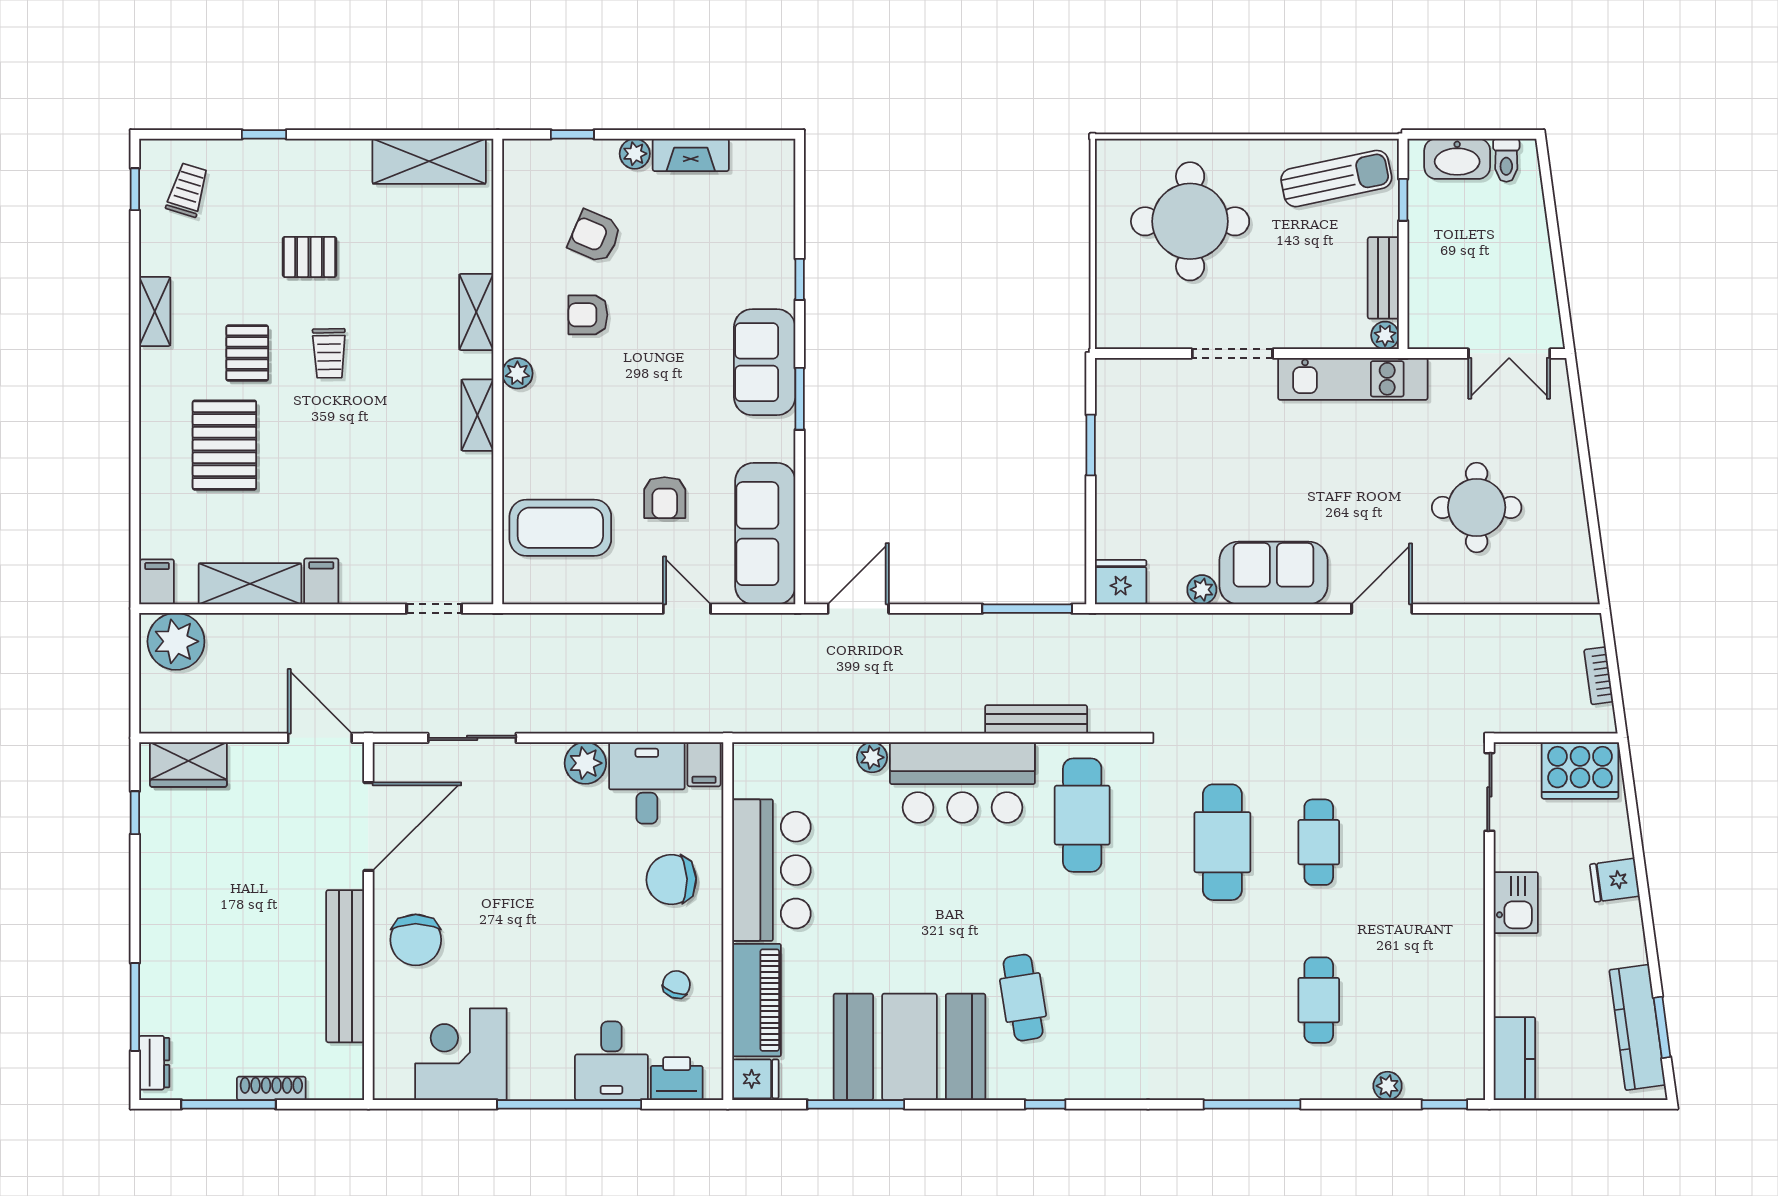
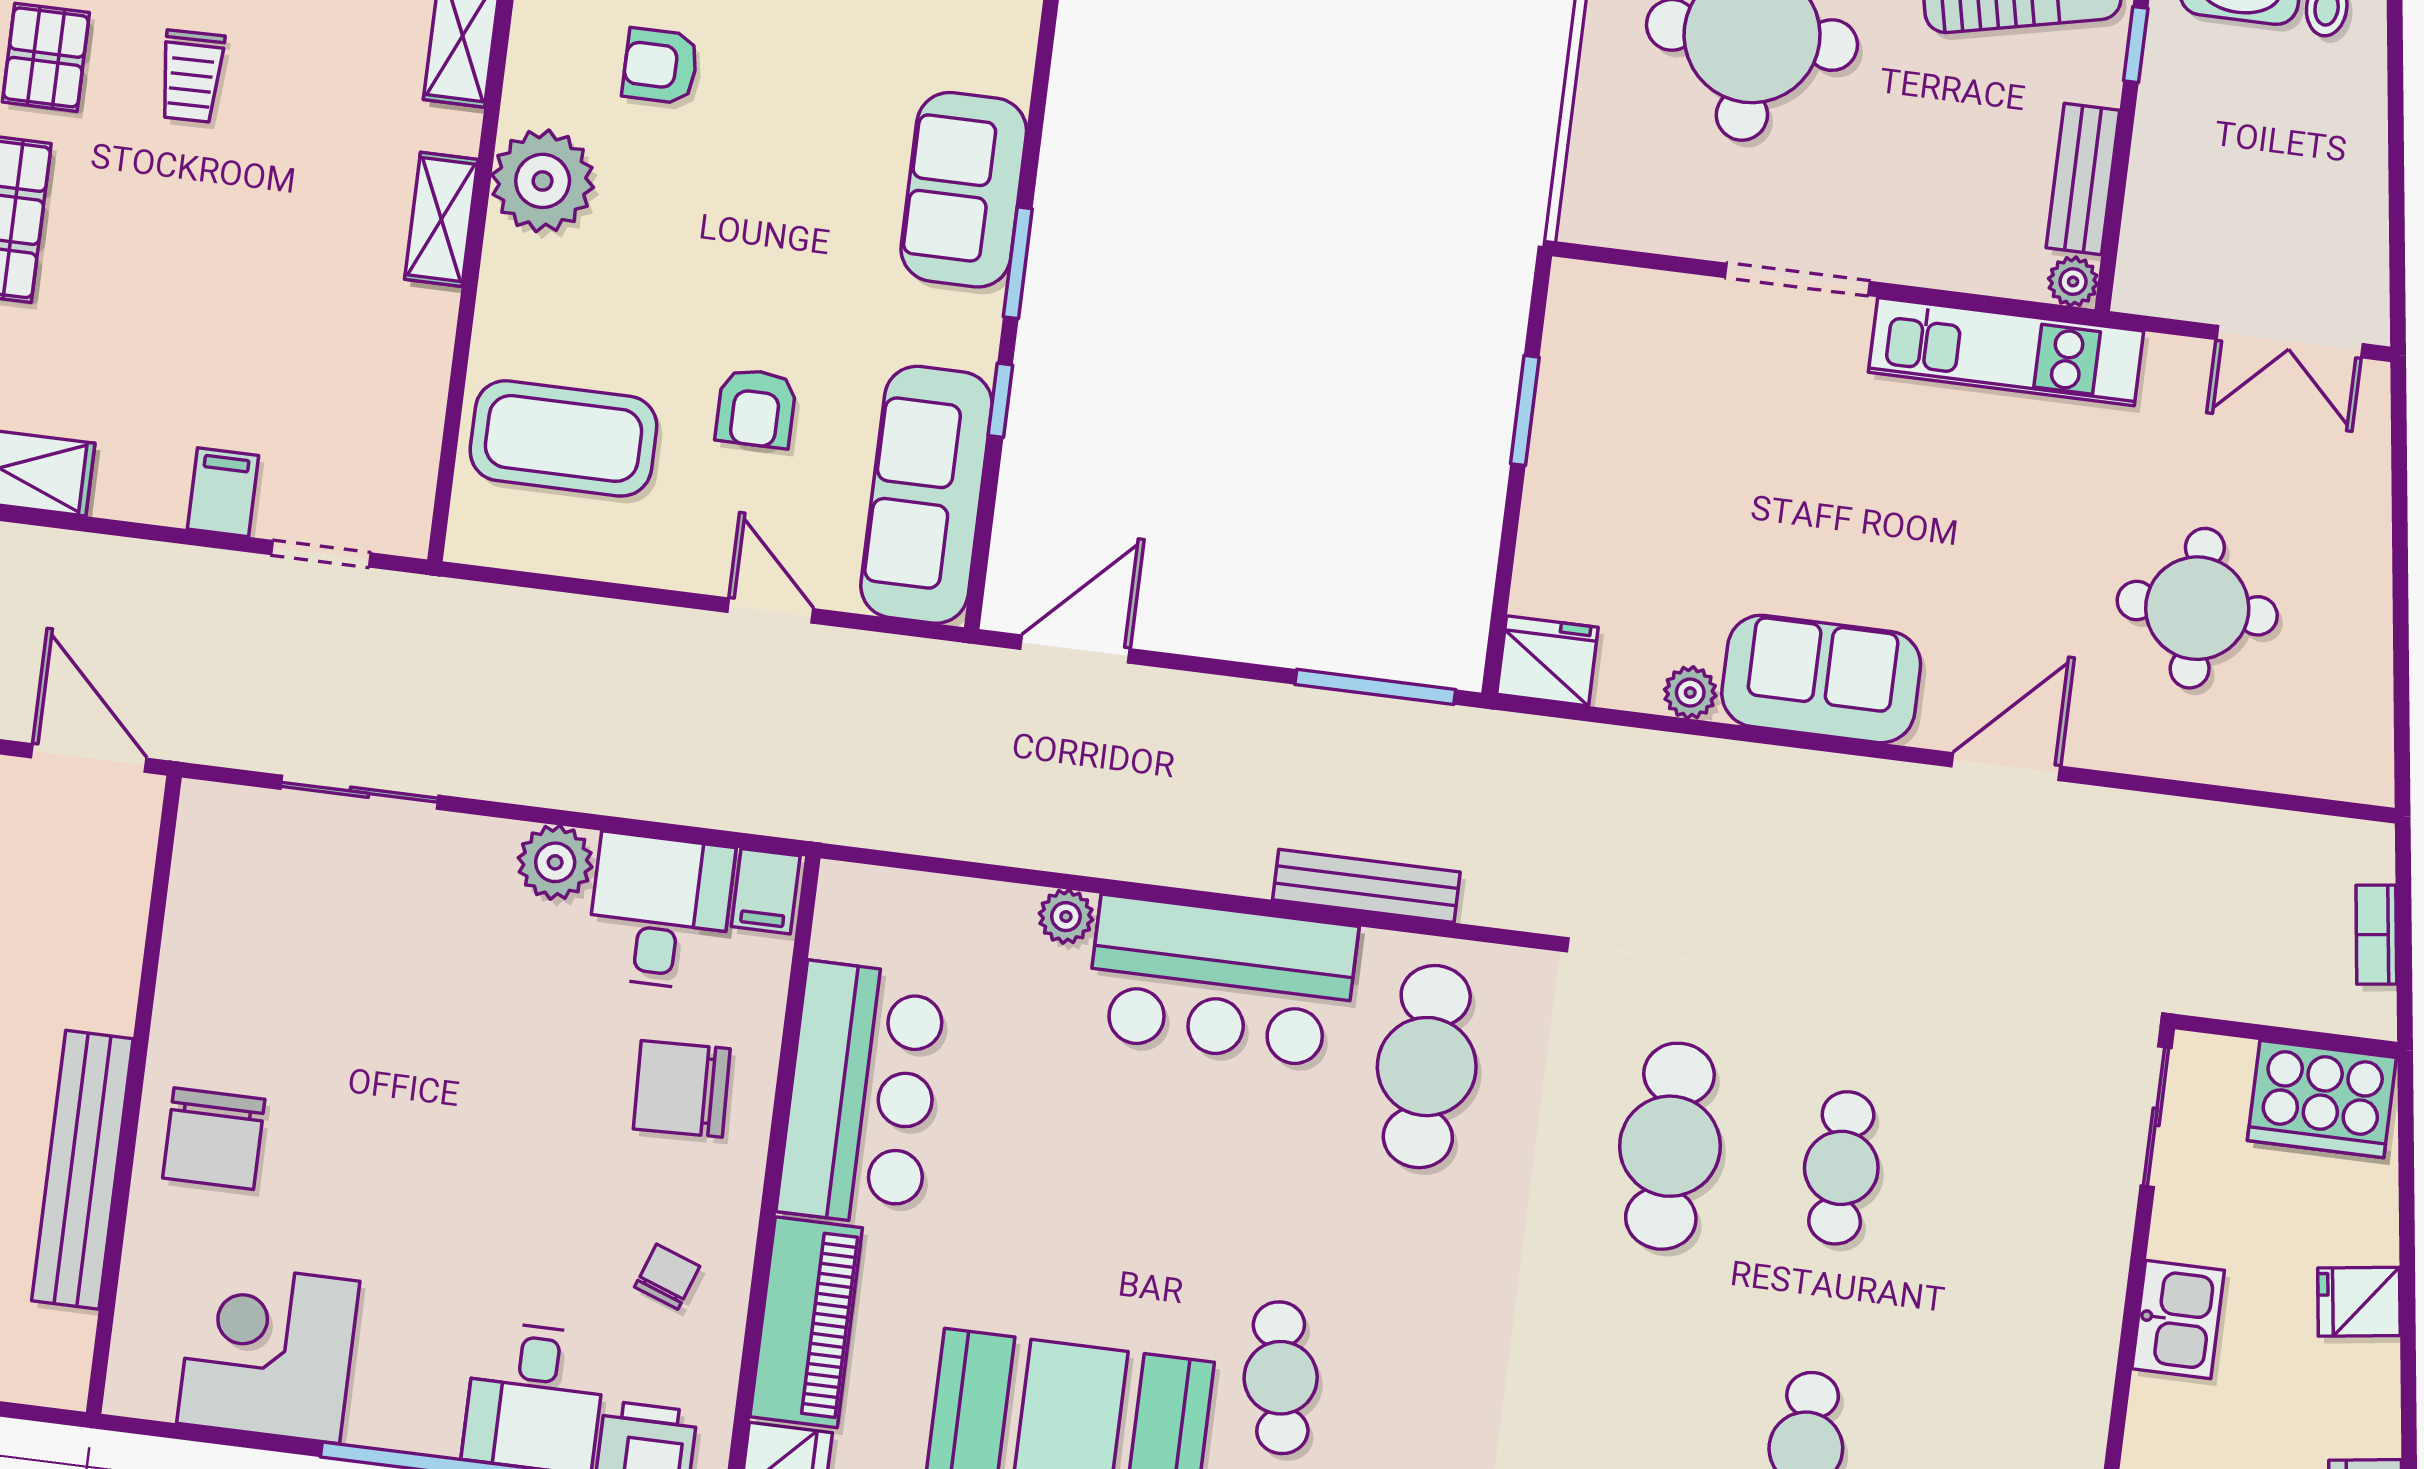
window: (800, 279) -> (1000, 400), moved
plant: (517, 373) -> (543, 181), width x1.88, depth x1.88
filing cabinet: (321, 581) -> (223, 492), moved
door: (368, 826) -> (155, 926), removed

